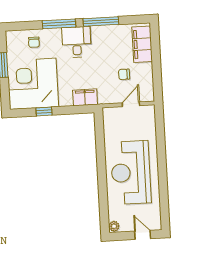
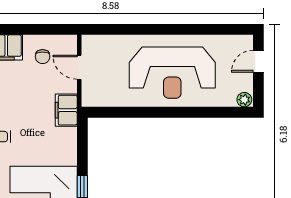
chair: (124, 74) -> (43, 57), moved
filing cabinet: (85, 97) -> (66, 110), moved

